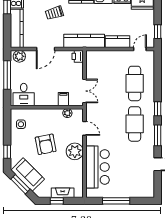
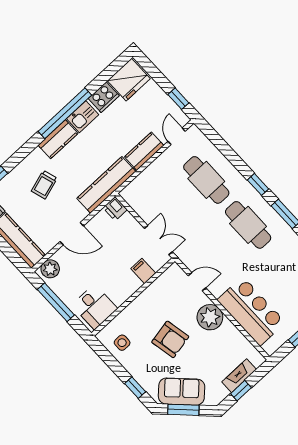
door: (46, 49) -> (72, 234), hinge flipped
plant: (67, 113) -> (162, 282), removed

